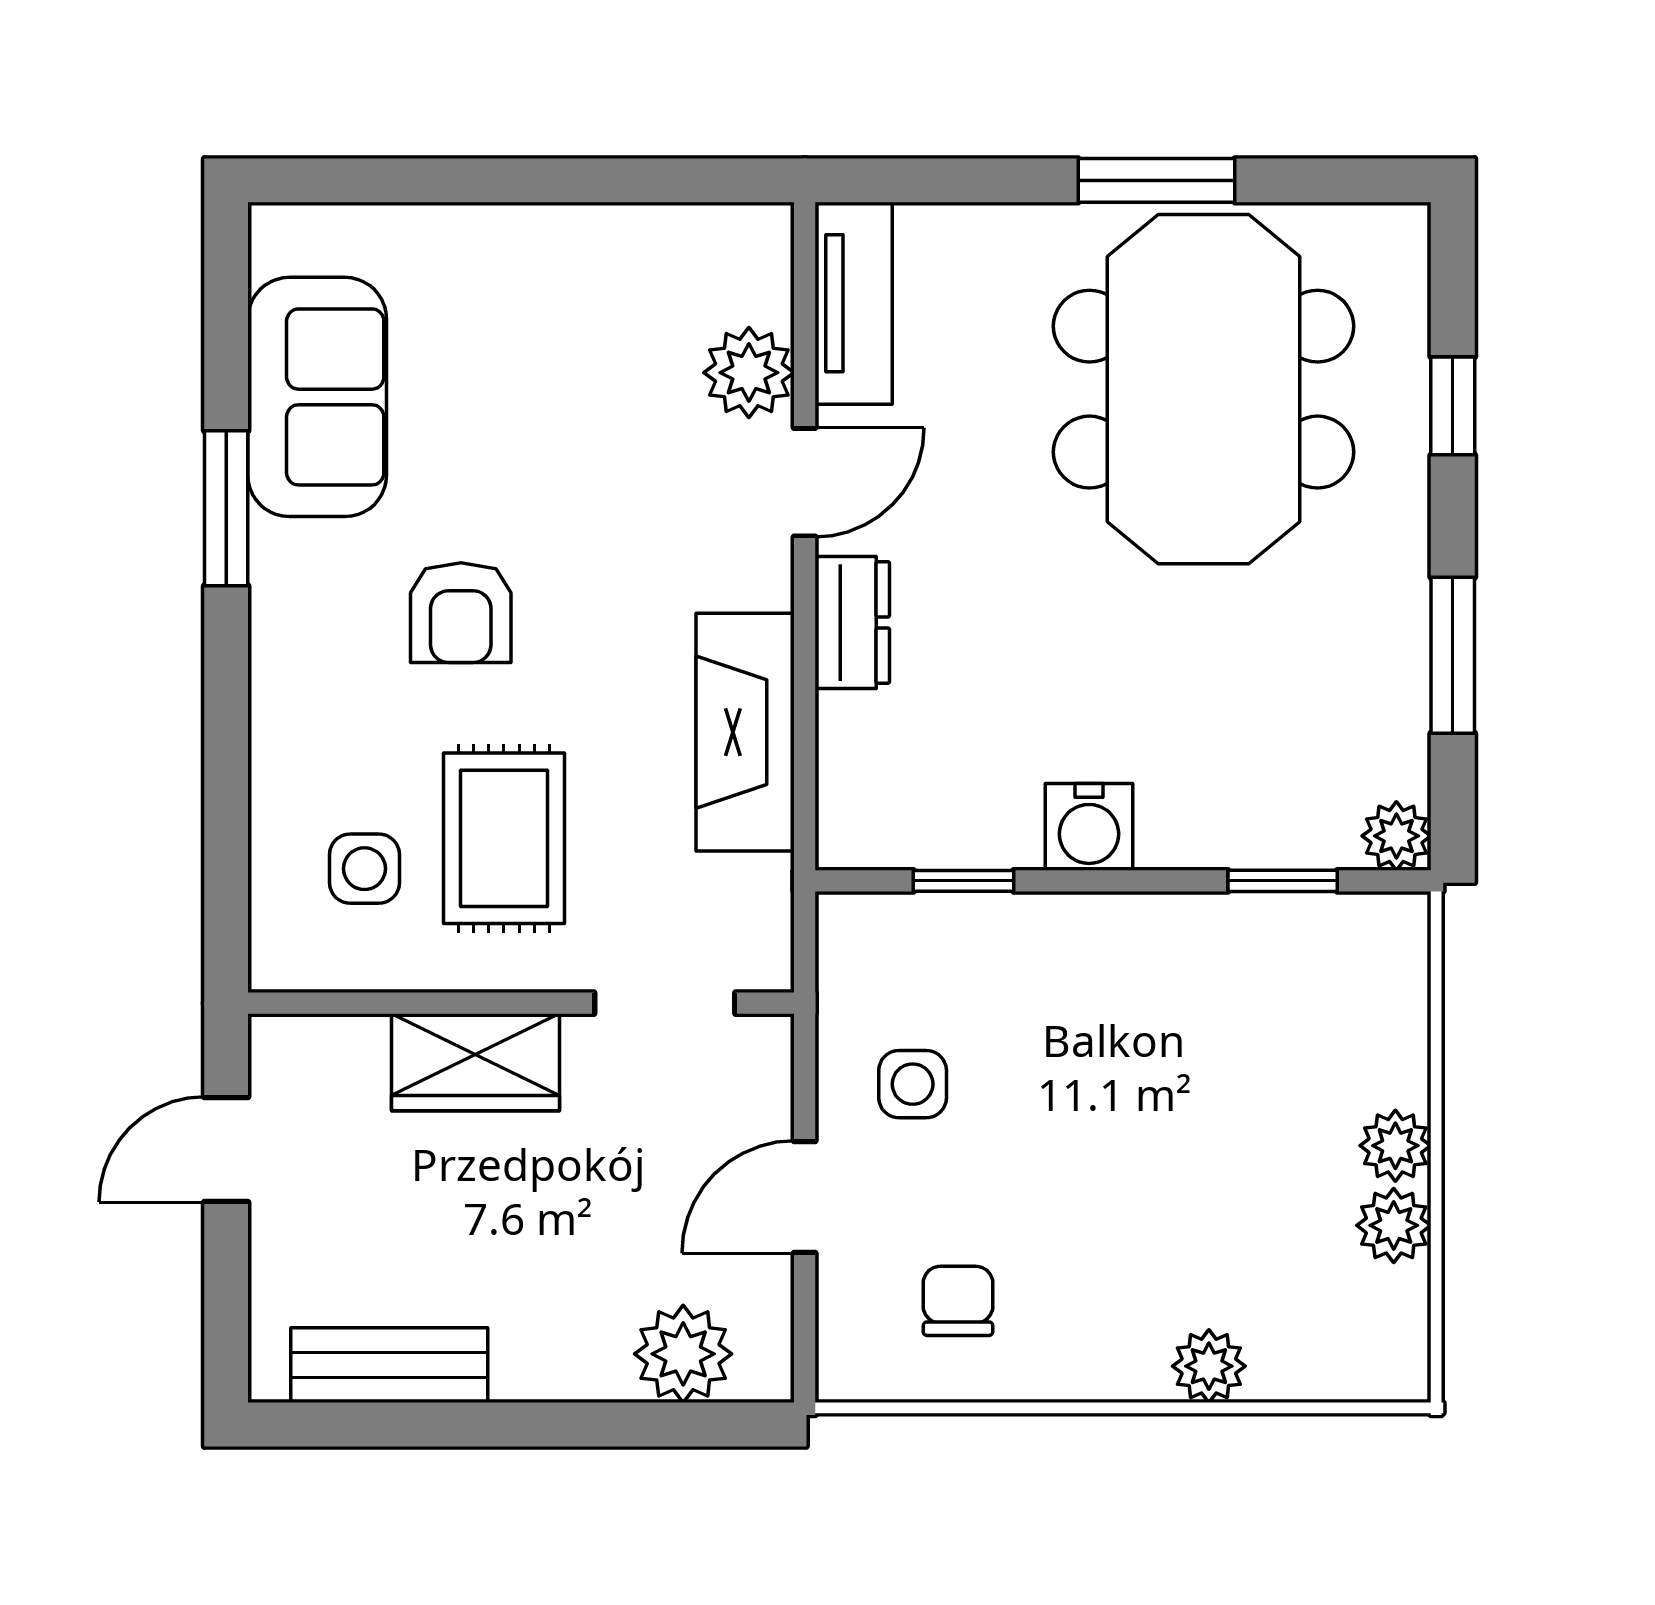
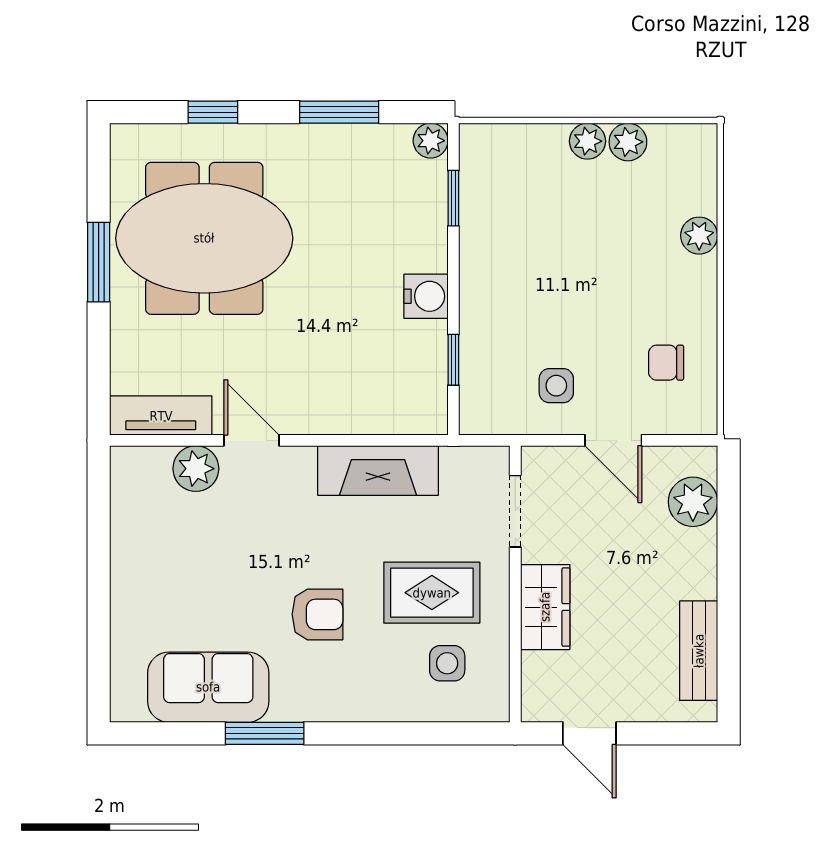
dresser: (852, 623) -> (322, 416), removed

